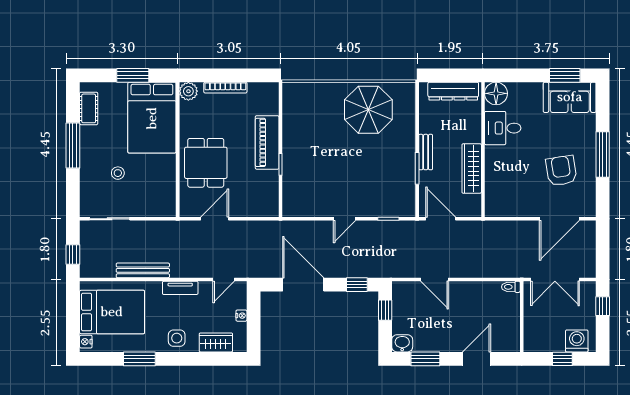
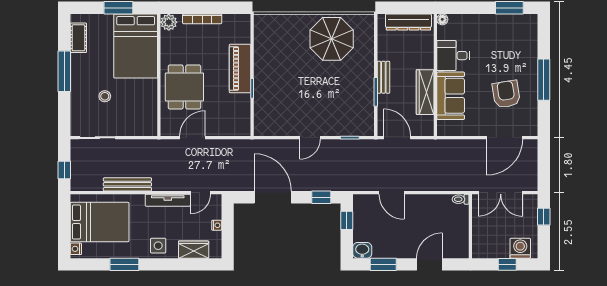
floor lamp: (496, 93) -> (442, 19), width x0.53, depth x0.53
sofa: (570, 97) -> (451, 96), moved, turned -90
tv unit: (180, 288) -> (168, 200), width x1.41

